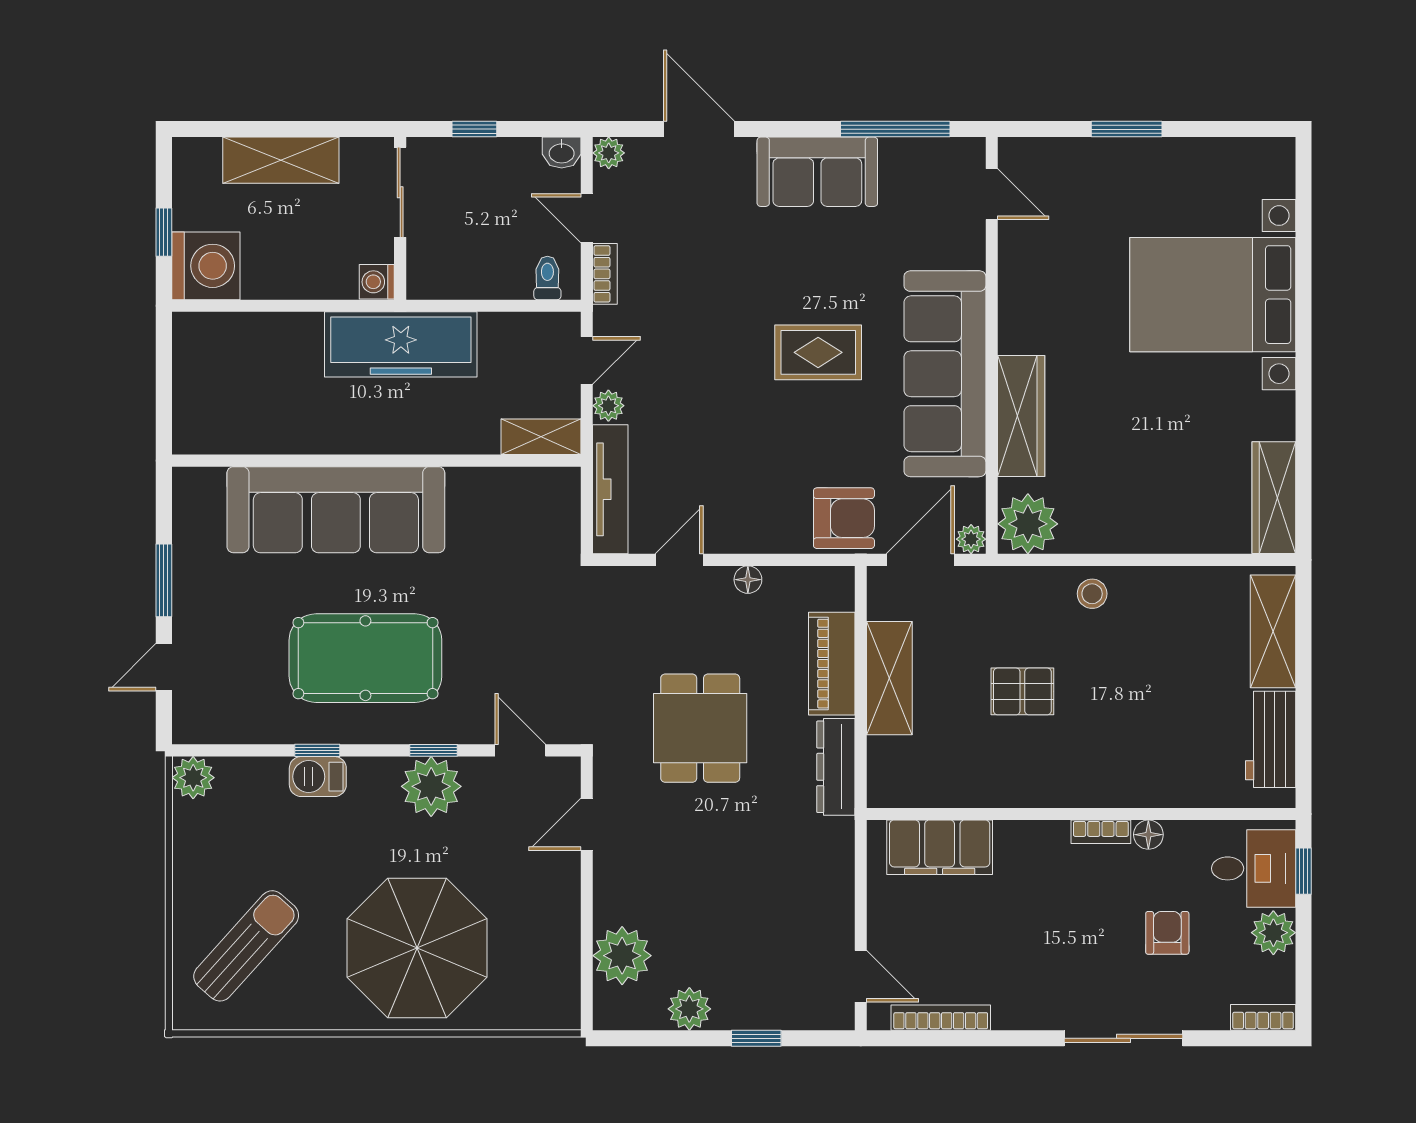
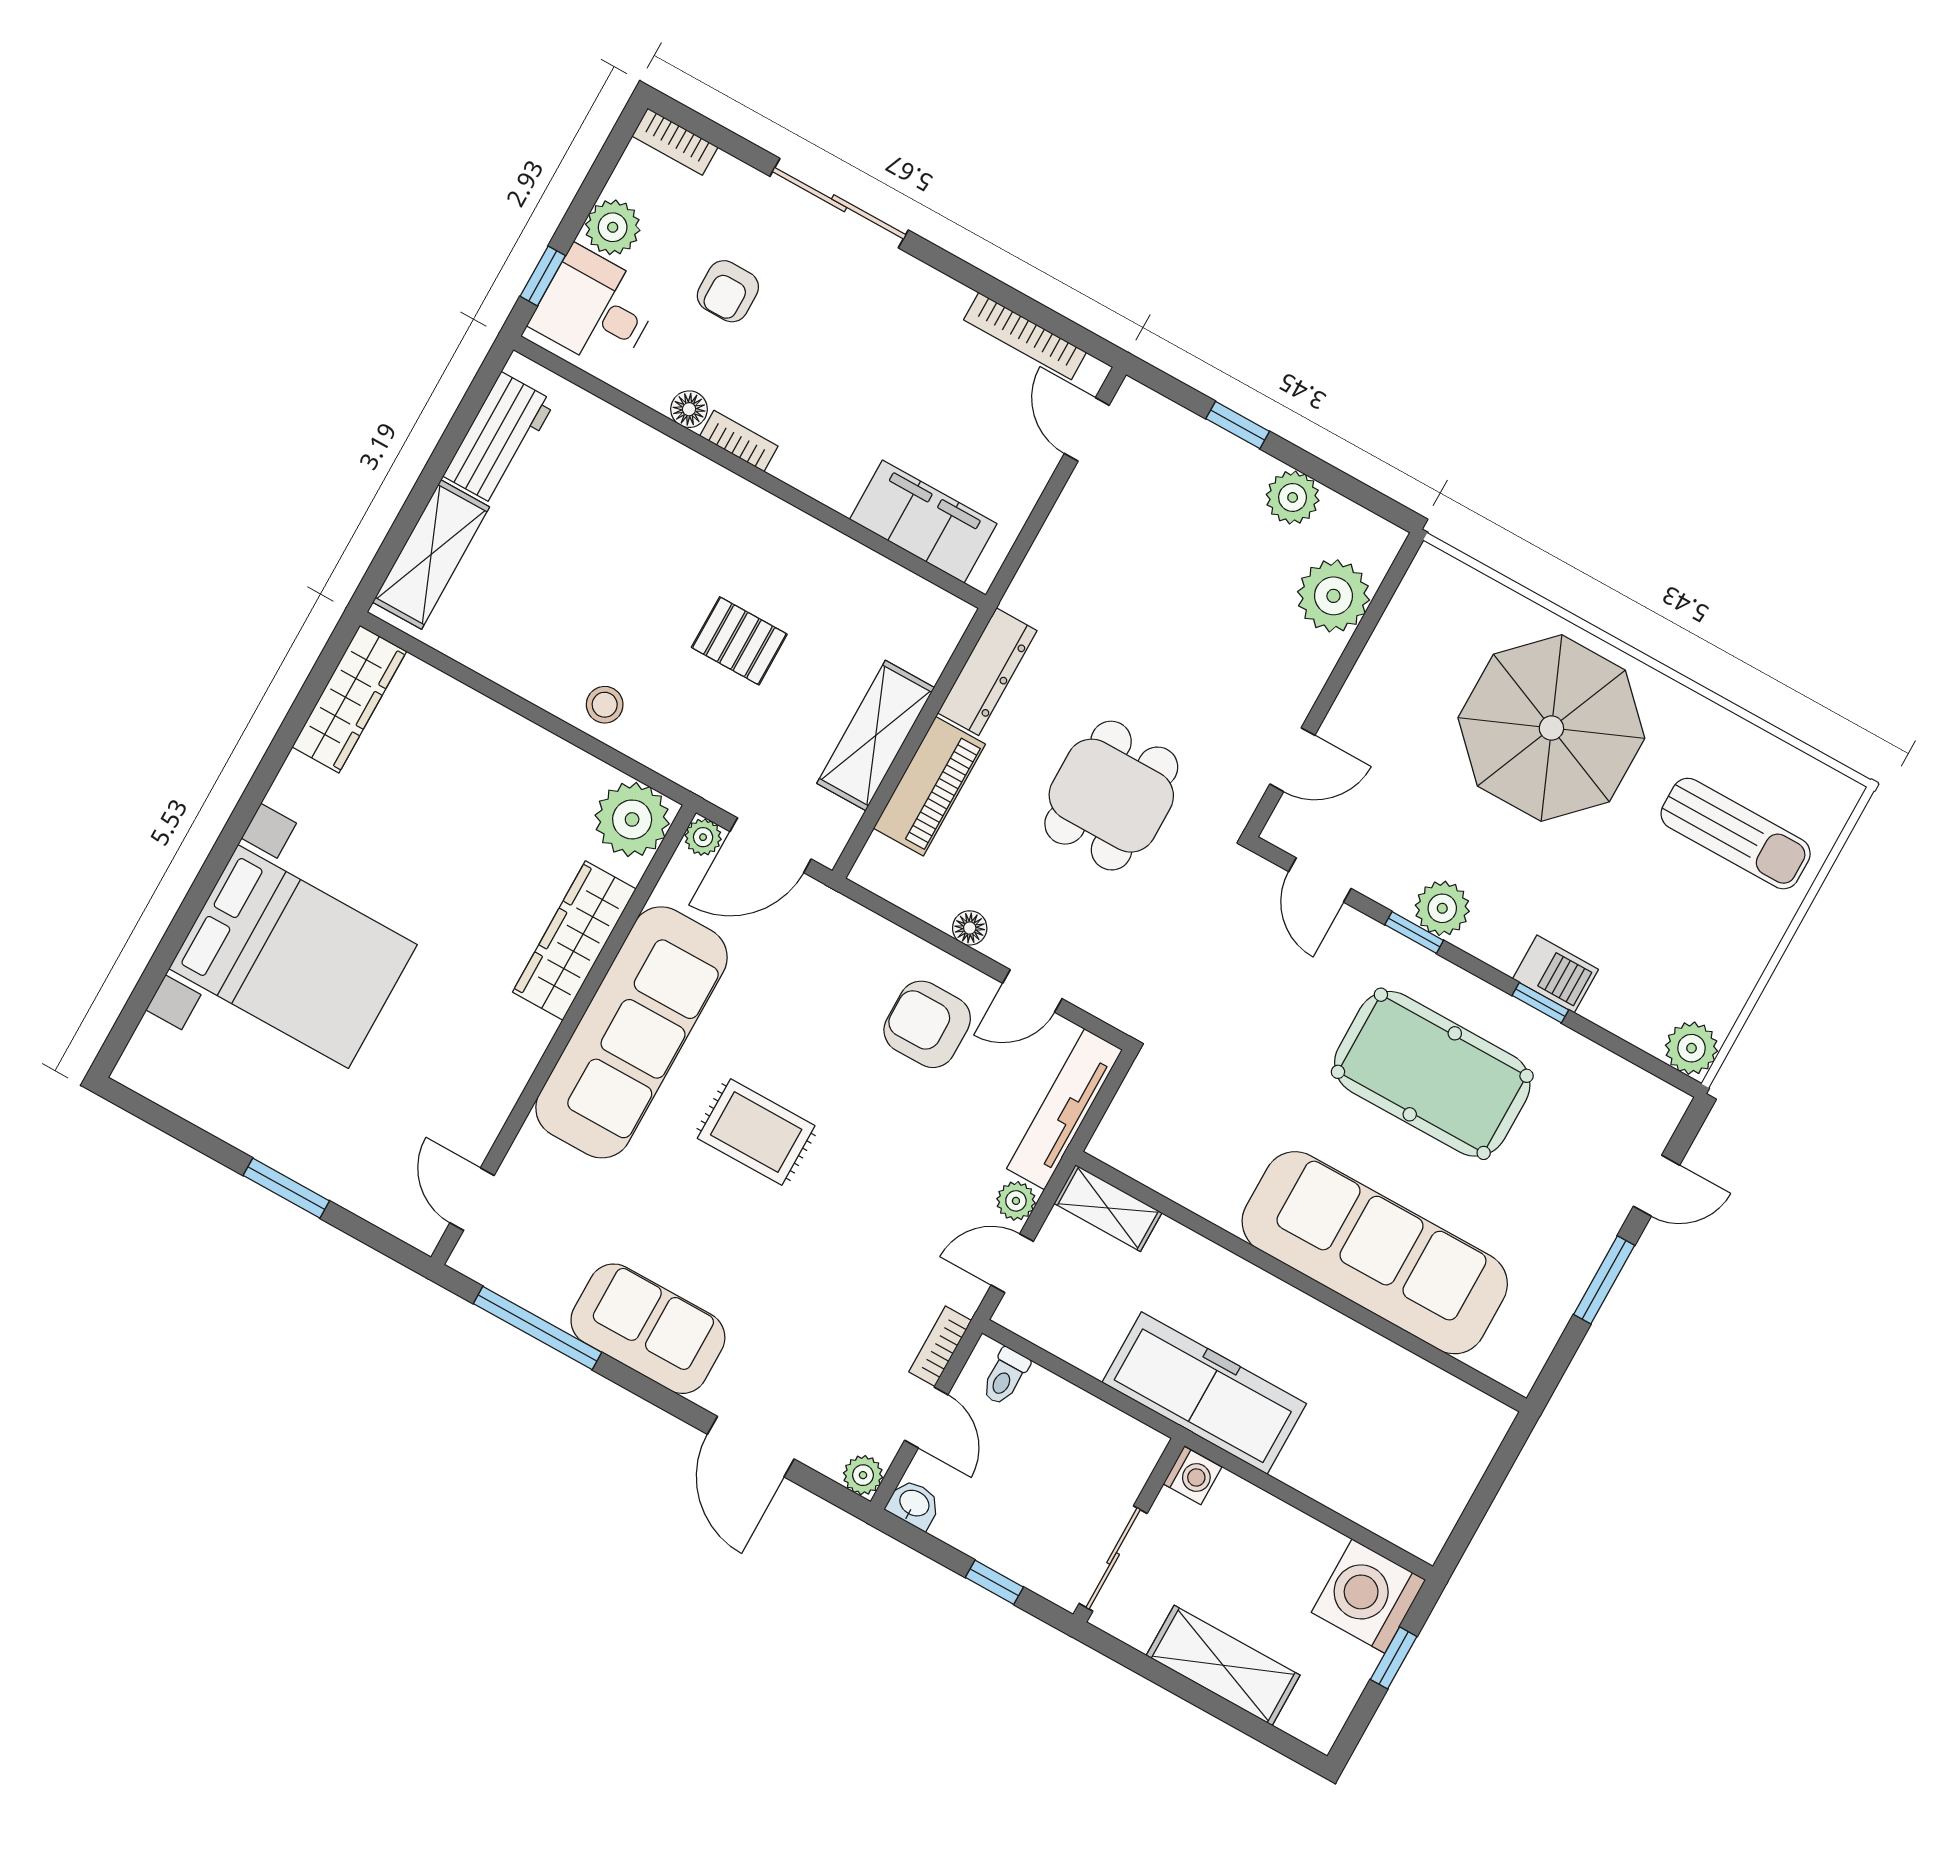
armchair: (844, 518) -> (927, 1024), moved
plant: (431, 786) -> (1442, 908), width x0.73, depth x0.73
sun lounger: (246, 946) -> (1736, 834), turned -132

